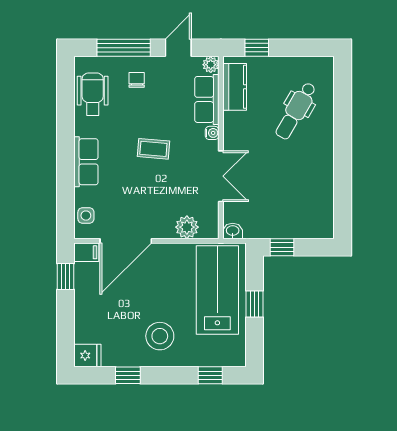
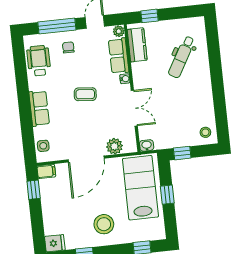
stool: (318, 221) -> (205, 132), added
door: (126, 241) -> (86, 159), moved

